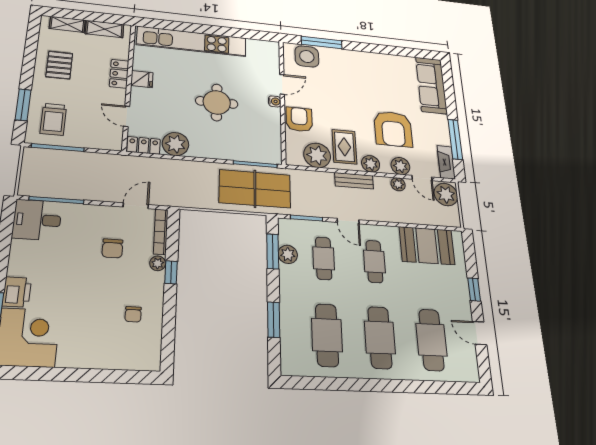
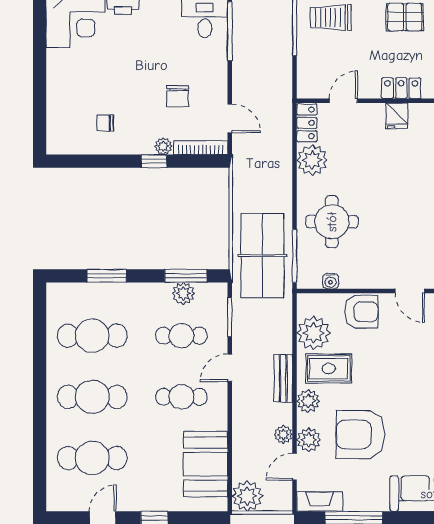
water cooler: (275, 101) -> (331, 281), moved
round table: (217, 102) -> (332, 222), moved
plant: (446, 194) -> (247, 496), moved
chair: (112, 248) -> (177, 96), turned -90

